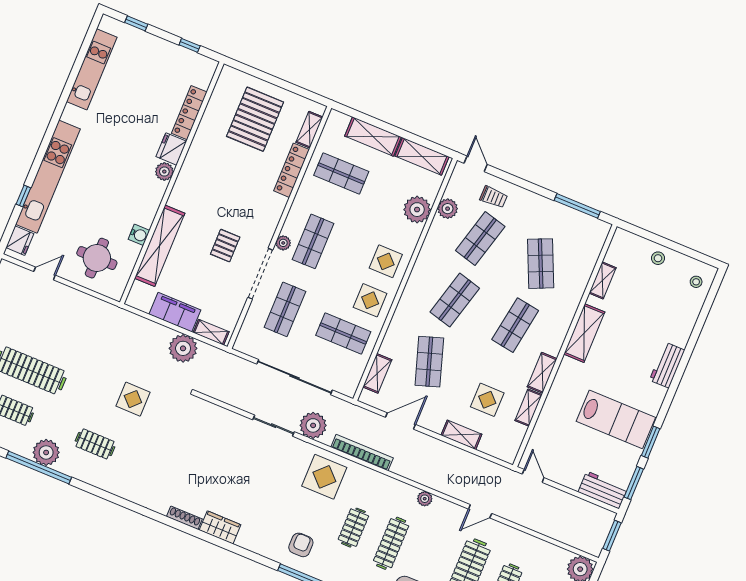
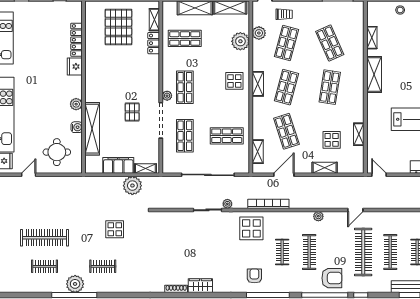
locker: (291, 170) -> (154, 43), width x0.66
plant: (164, 172) -> (76, 104), moved
display table: (370, 300) -> (235, 109), removed
shelving: (542, 373) -> (258, 84), moved
plant: (313, 425) -> (227, 204), width x0.53, depth x0.53

